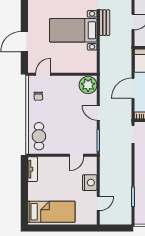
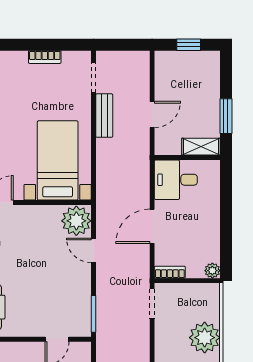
bed with nightstands: (73, 30) -> (58, 160), moved, turned 90
door: (98, 113) -> (94, 250), moved

